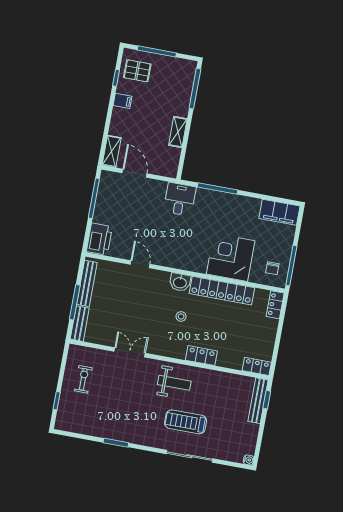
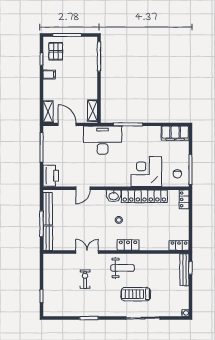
pallet: (137, 71) -> (56, 51), turned 90
shelving: (178, 132) -> (93, 111), moved
desk: (180, 199) -> (103, 140), width x1.87, depth x1.30
door: (140, 264) -> (83, 188), swing flipped
locker: (201, 356) -> (128, 245), moved
exercise bike: (83, 379) -> (85, 279), moved

